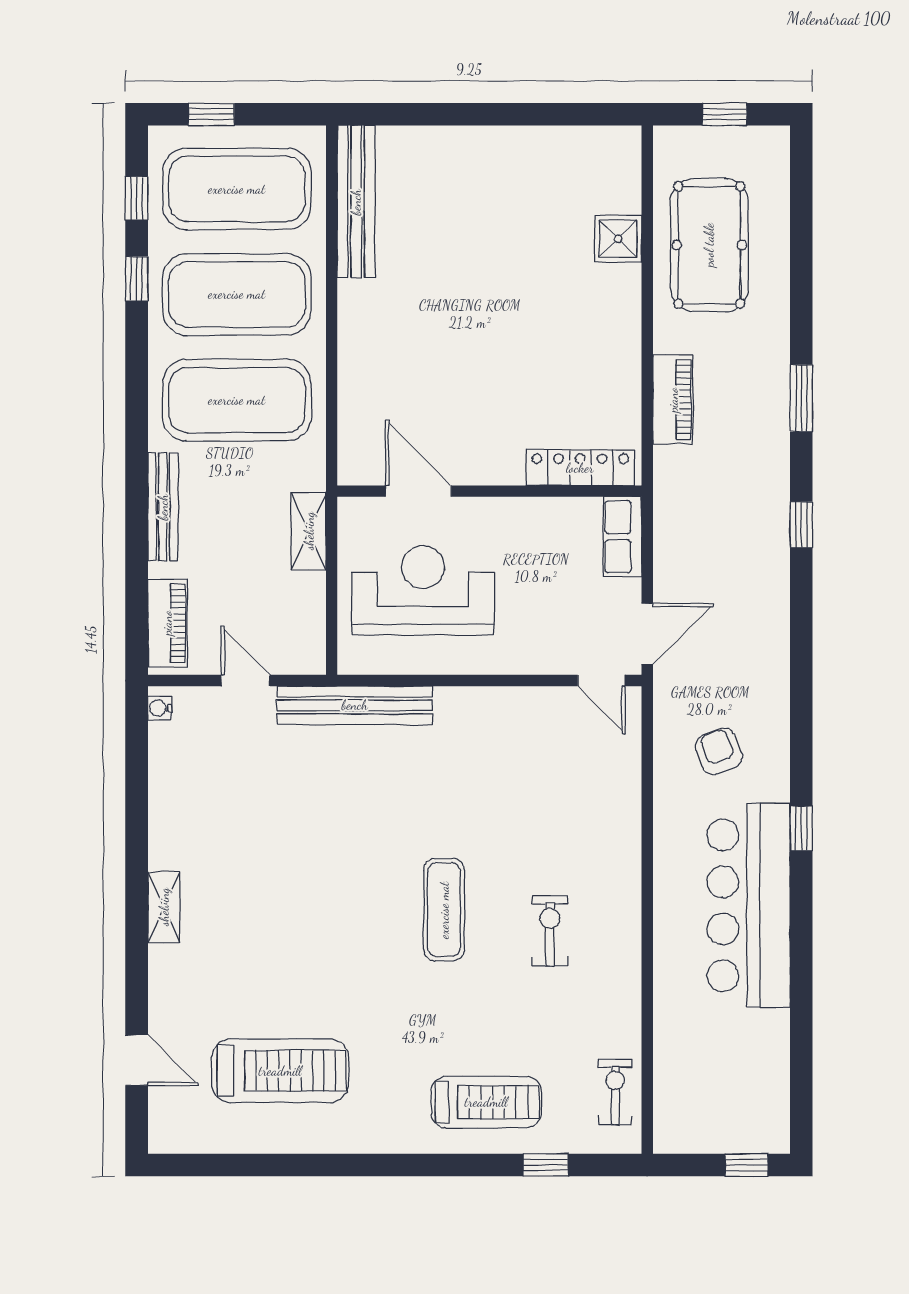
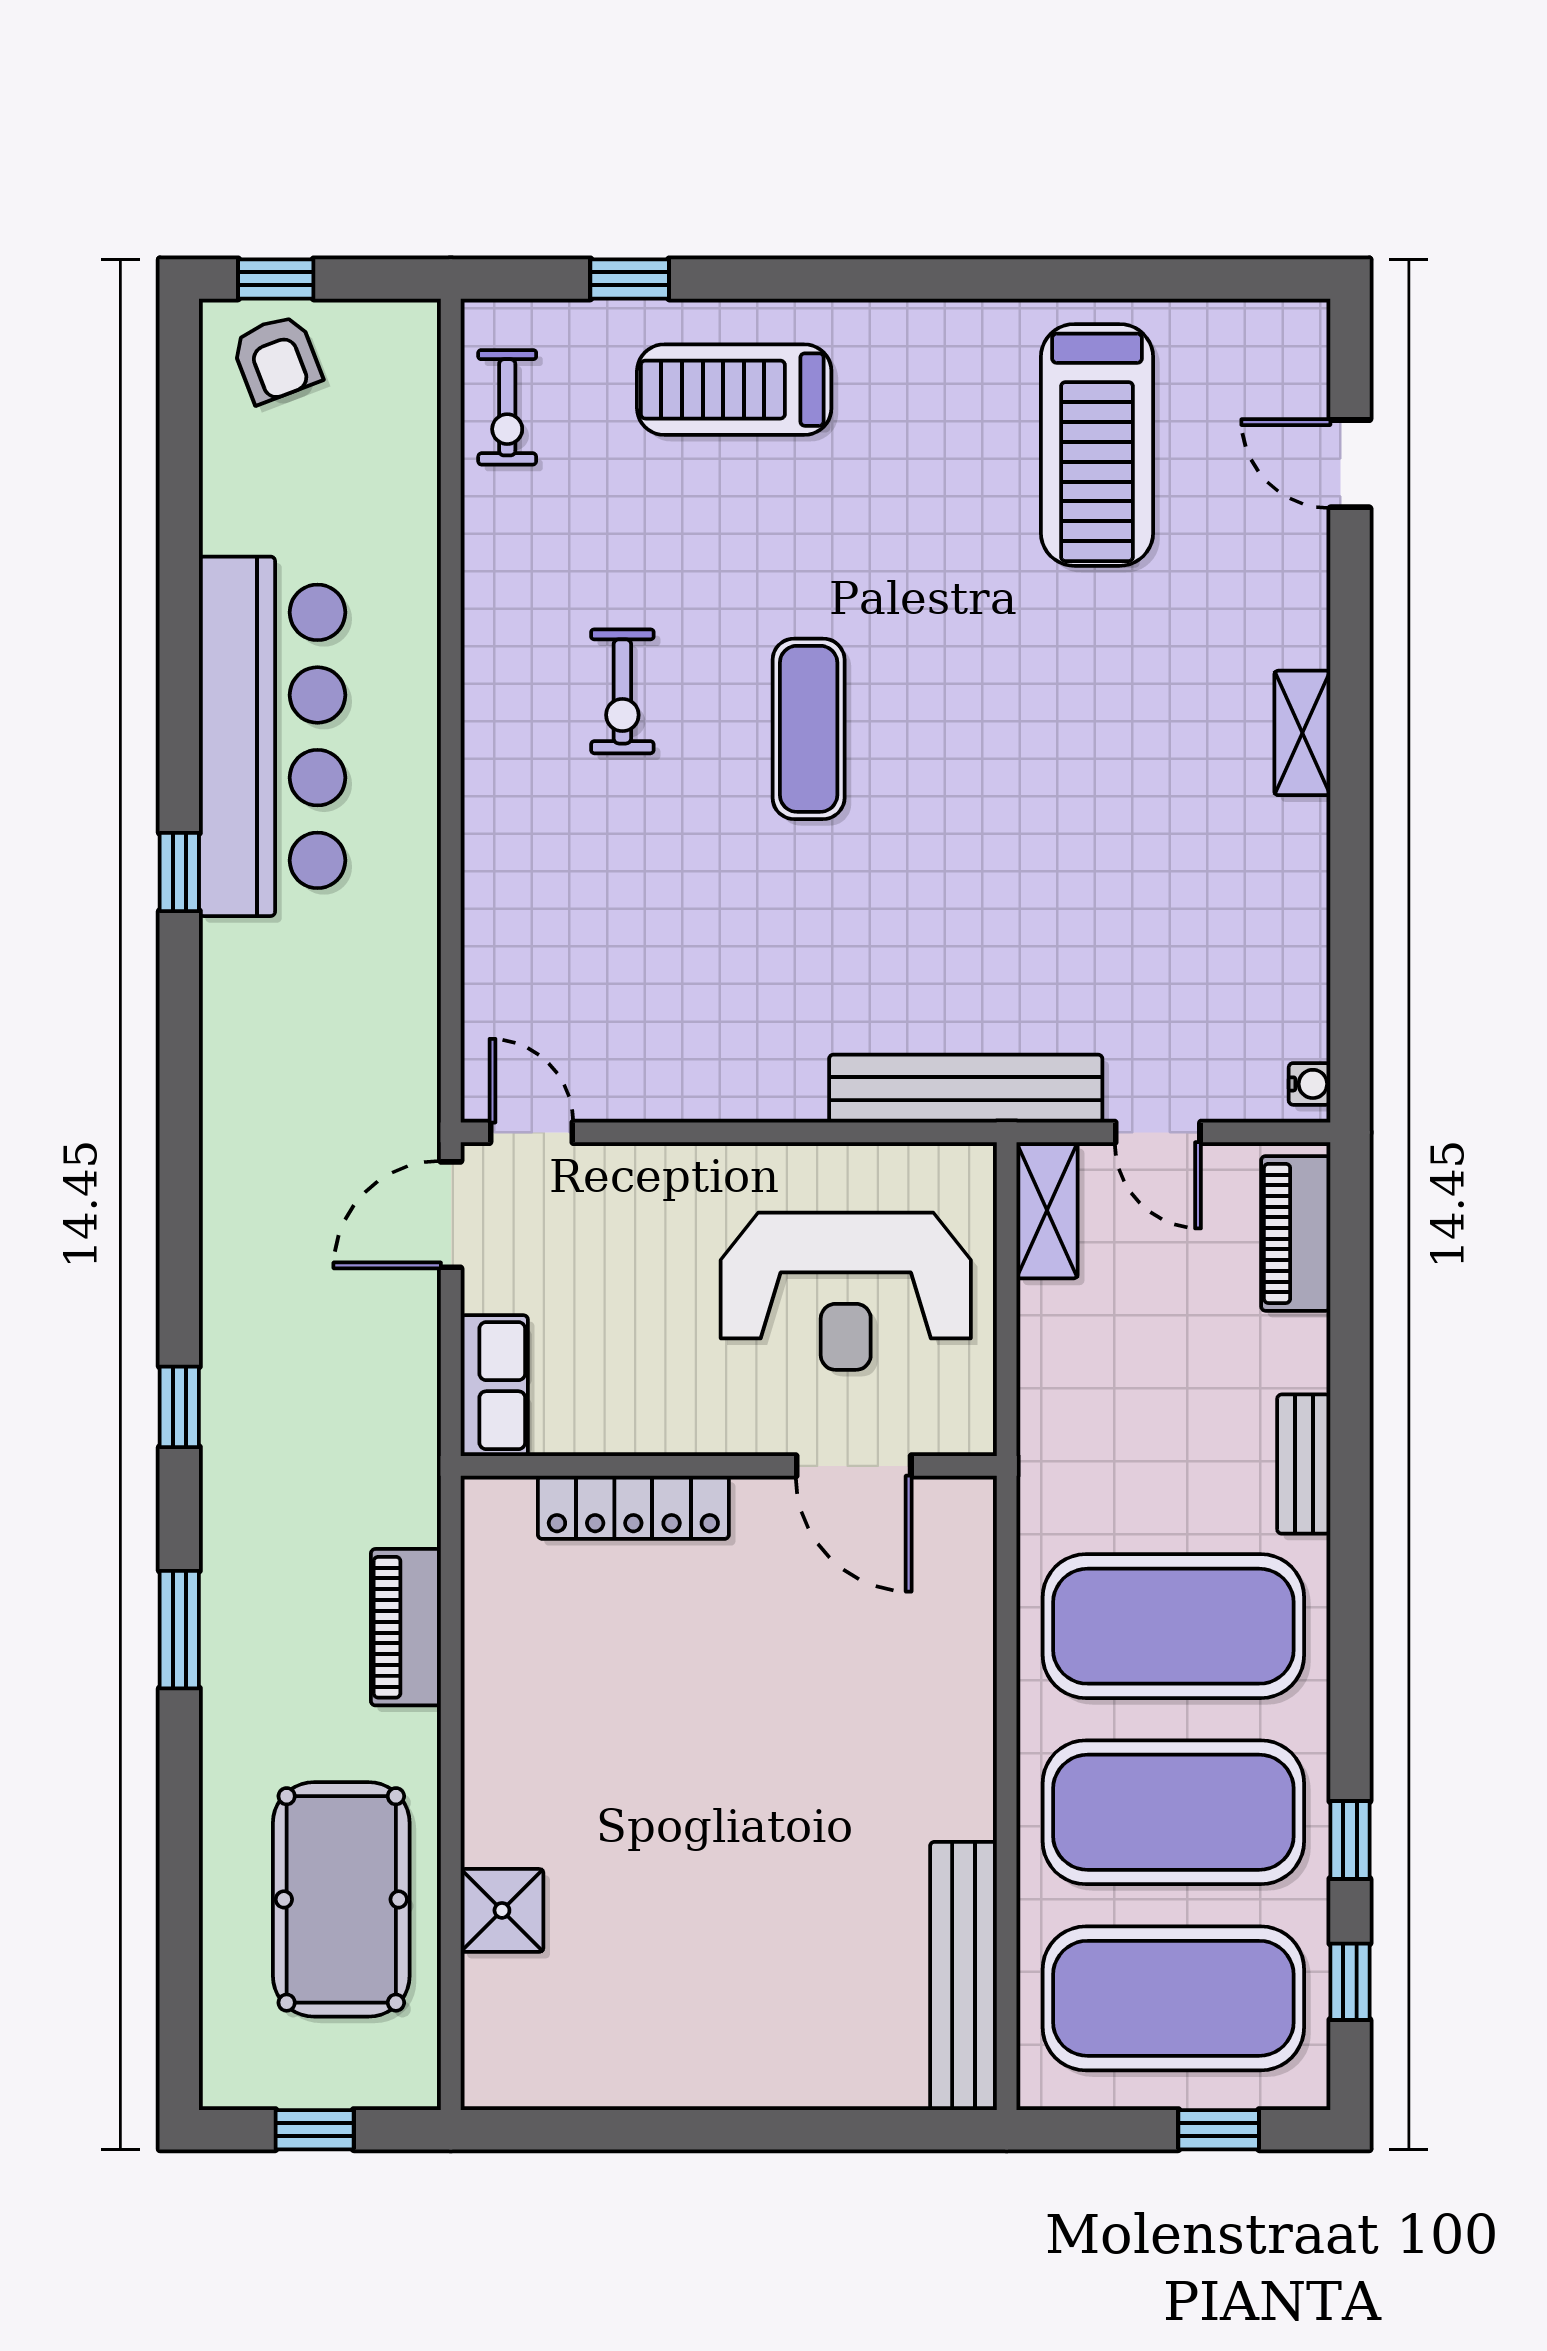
locker: (580, 468) -> (633, 1507), moved
bench: (163, 507) -> (1304, 1464), width x0.73
shelving: (309, 531) -> (1047, 1210), moved
armchair: (719, 751) -> (276, 359), moved
treadmill: (280, 1071) -> (1097, 445), turned -90

